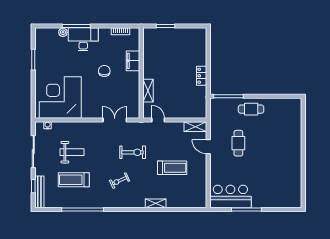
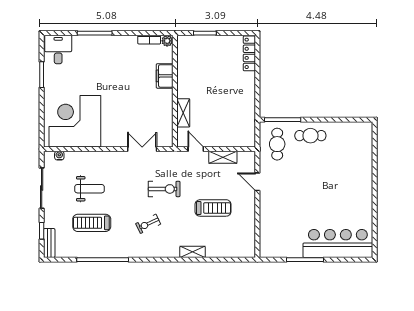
plant: (63, 32) -> (167, 41), moved
desk: (83, 39) -> (58, 49), moved, width x0.73
chair: (104, 71) -> (129, 88), removed
locker: (202, 76) -> (249, 53), moved, width x1.53
shelving: (195, 127) -> (223, 157), moved
cafe table: (238, 143) -> (277, 144), moved
bench: (39, 192) -> (49, 243), width x0.73
bar counter: (230, 196) -> (338, 243), moved, width x1.36

